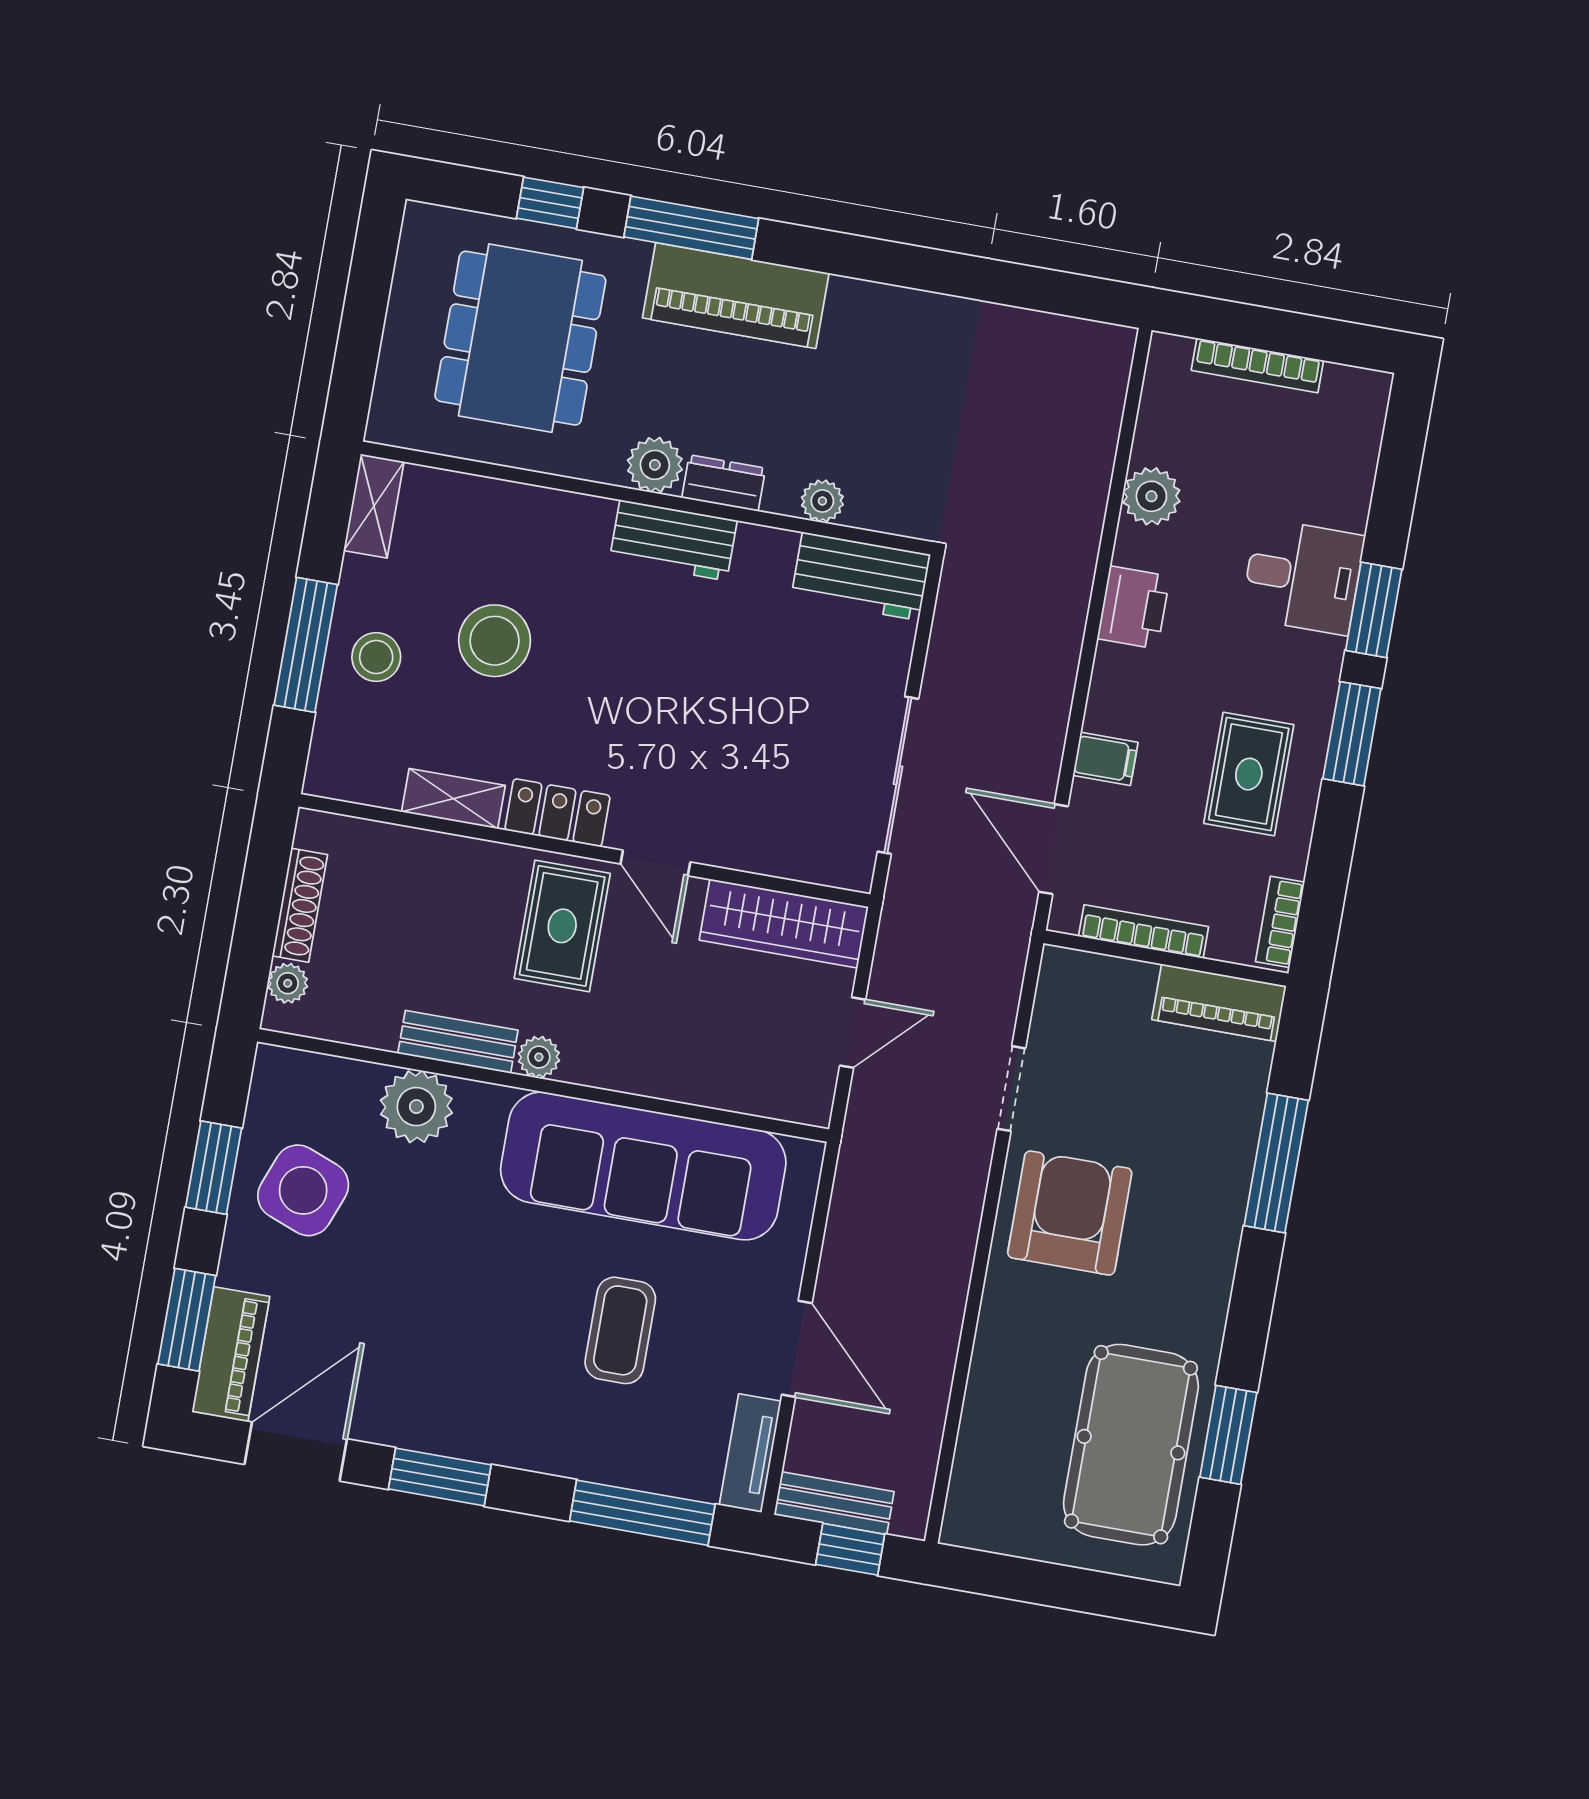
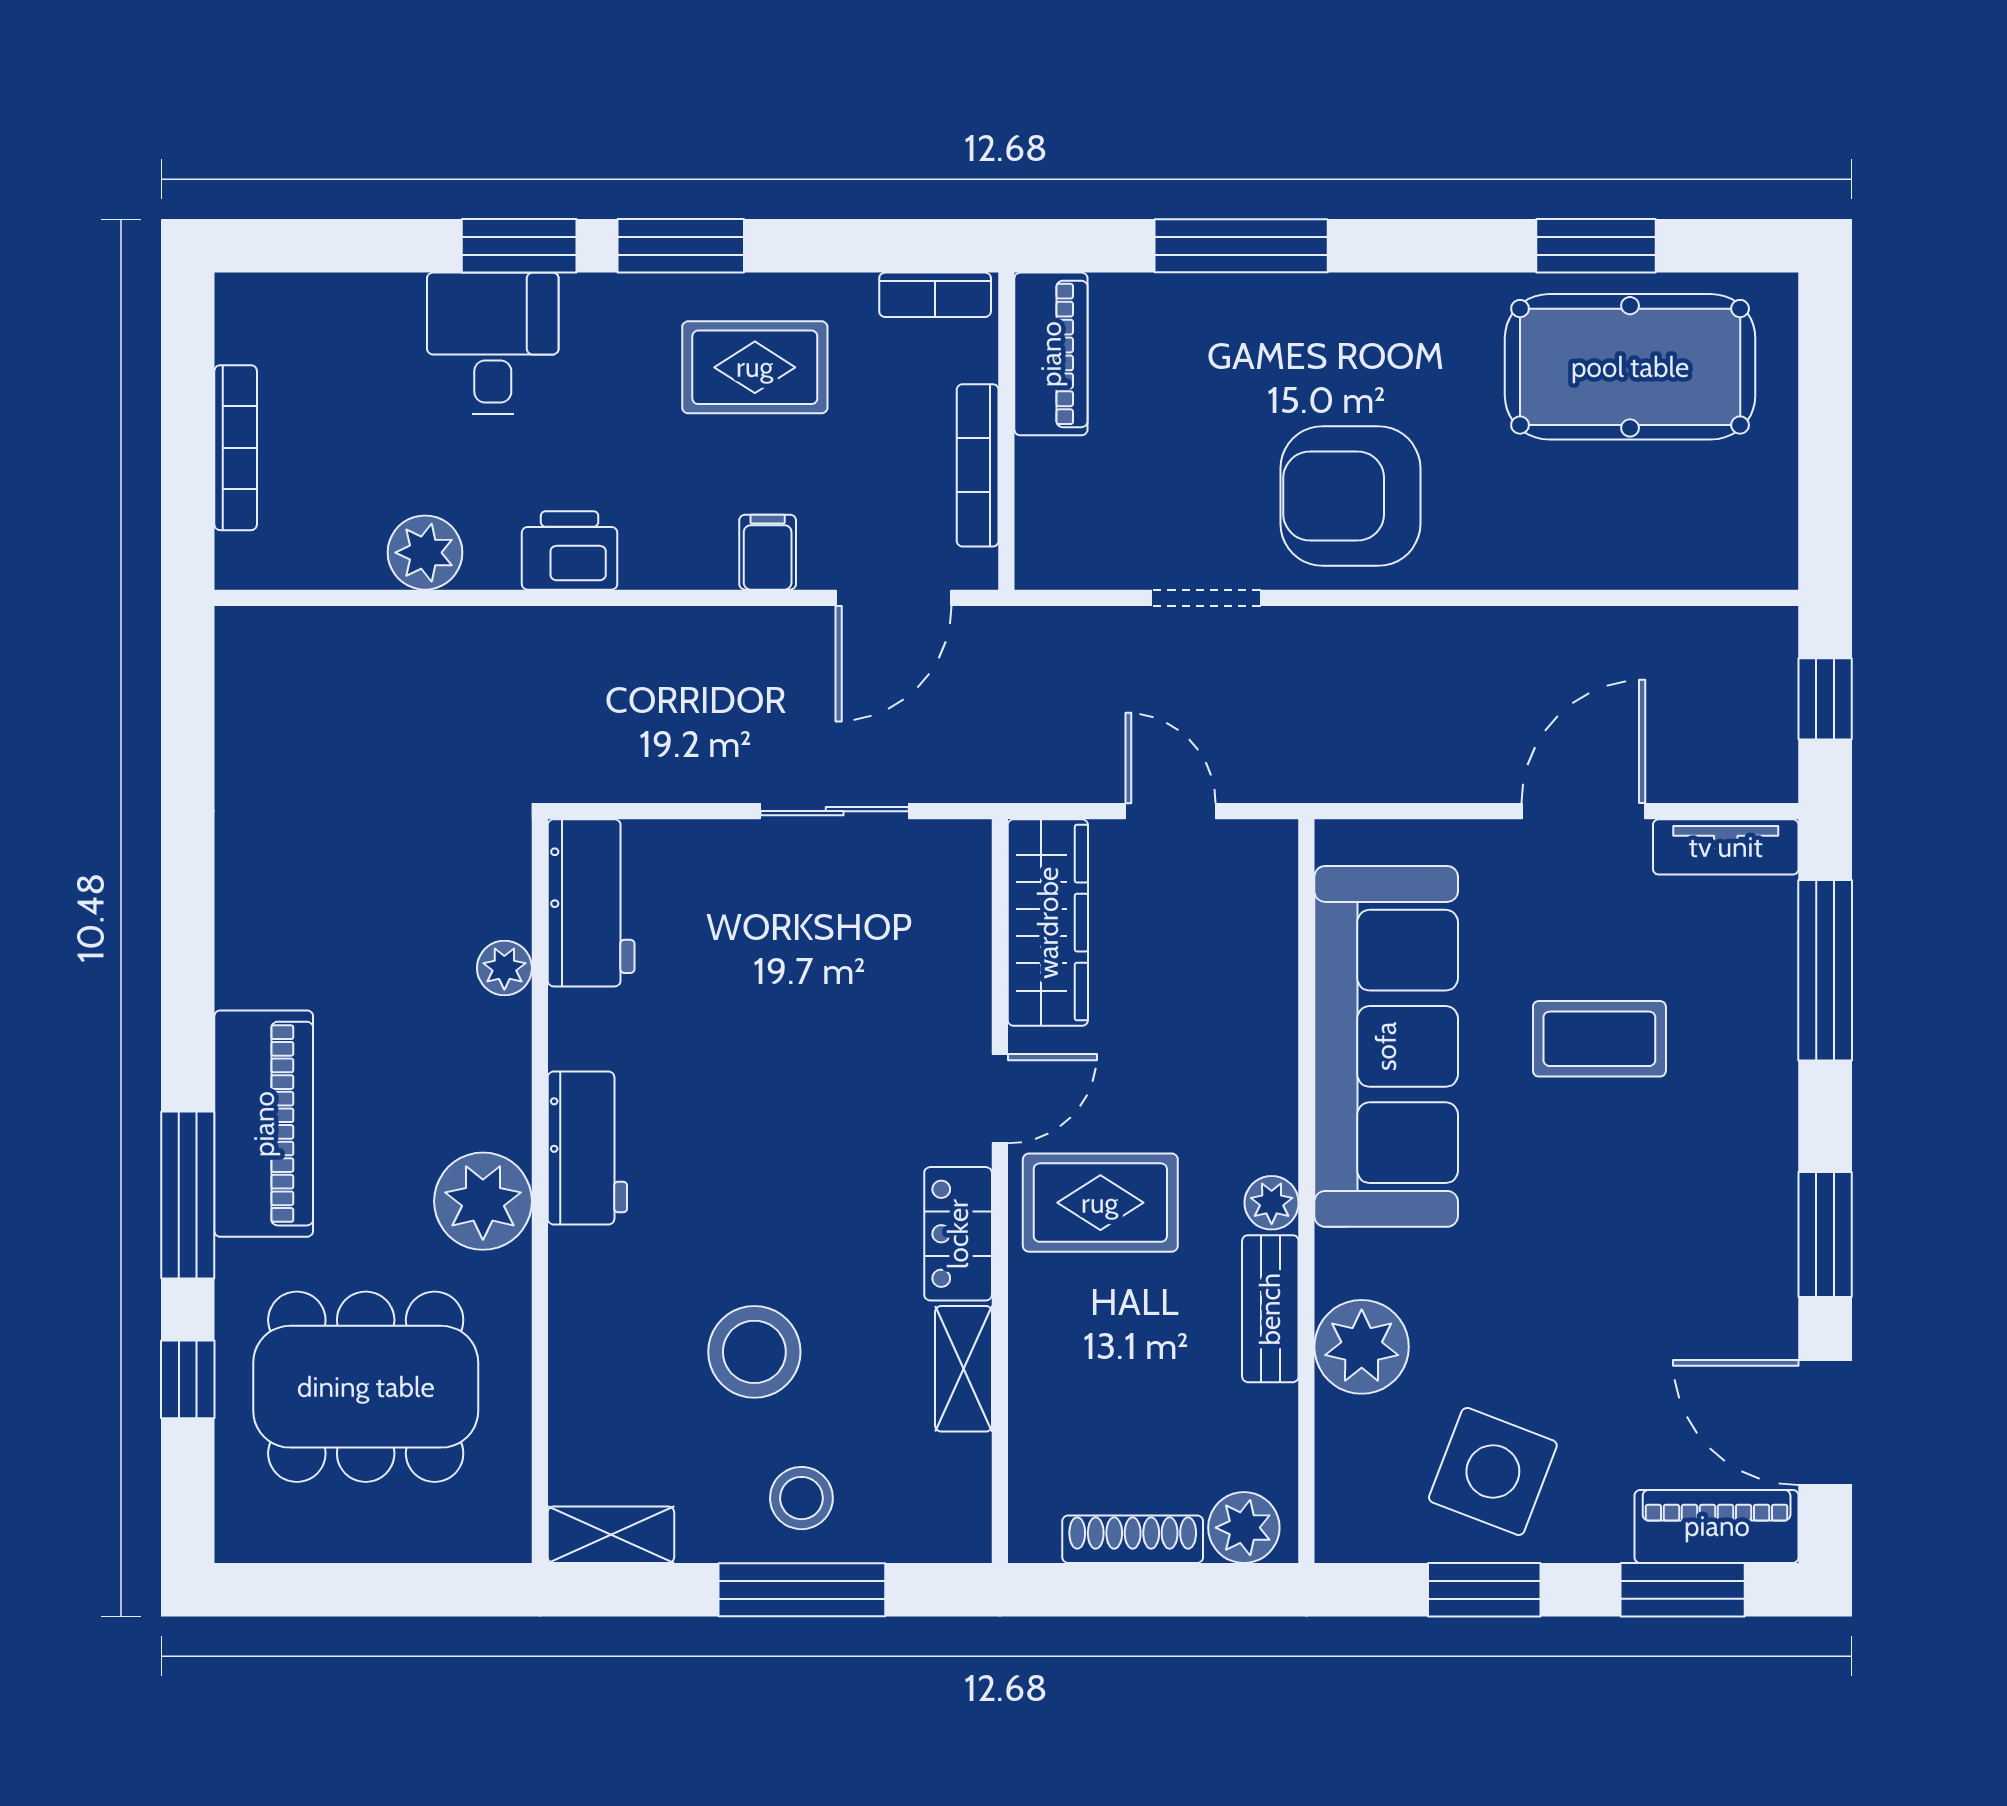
plant: (655, 465) -> (483, 1201), width x1.36, depth x1.36
dresser: (724, 483) -> (504, 1097), removed
sliding door: (898, 775) -> (835, 811), width x0.73
plant: (288, 983) -> (1244, 1528), width x1.38, depth x1.38
bench: (834, 1503) -> (1770, 730), removed

